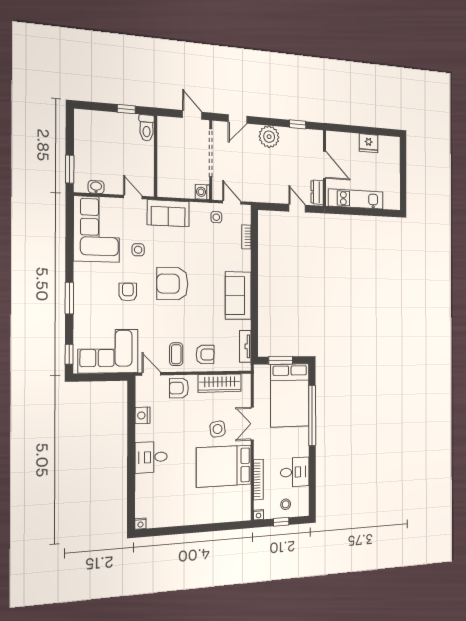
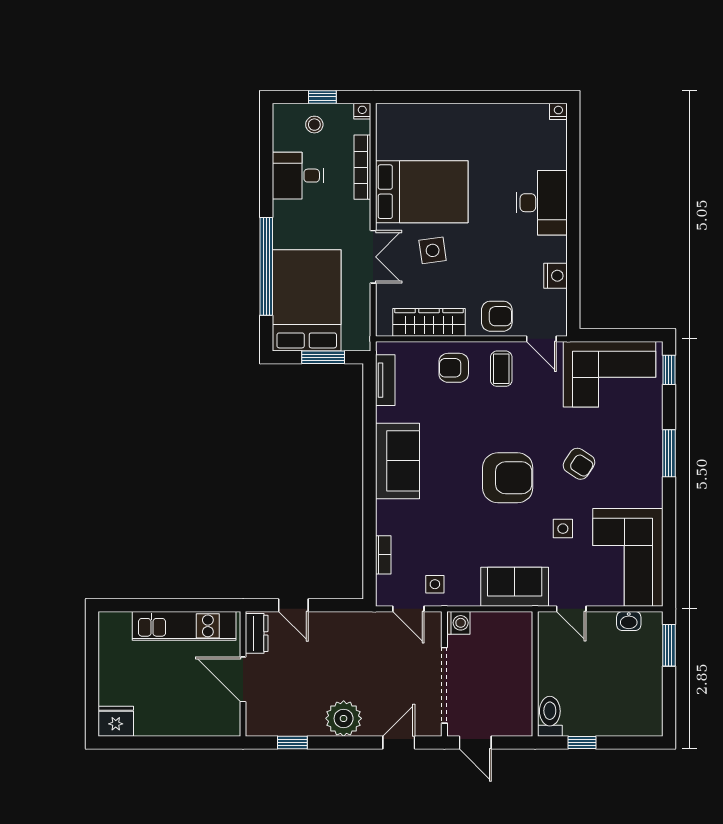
fridge: (369, 143) -> (116, 721), moved
armchair: (128, 292) -> (579, 464), turned -57
desk: (151, 457) -> (542, 203), width x1.37

